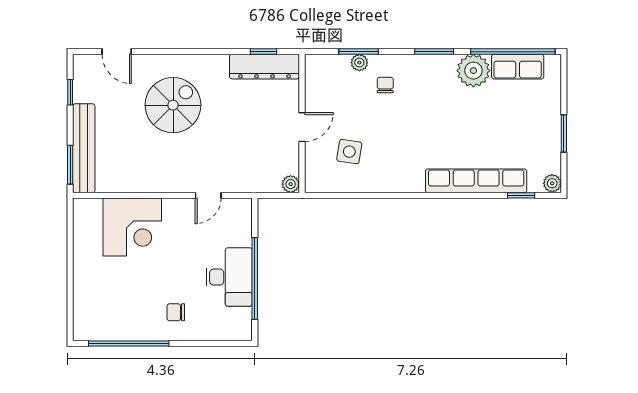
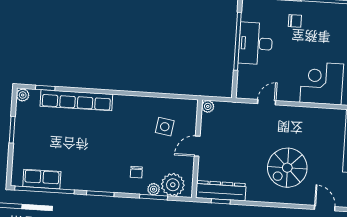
plant: (473, 71) -> (173, 185), moved

